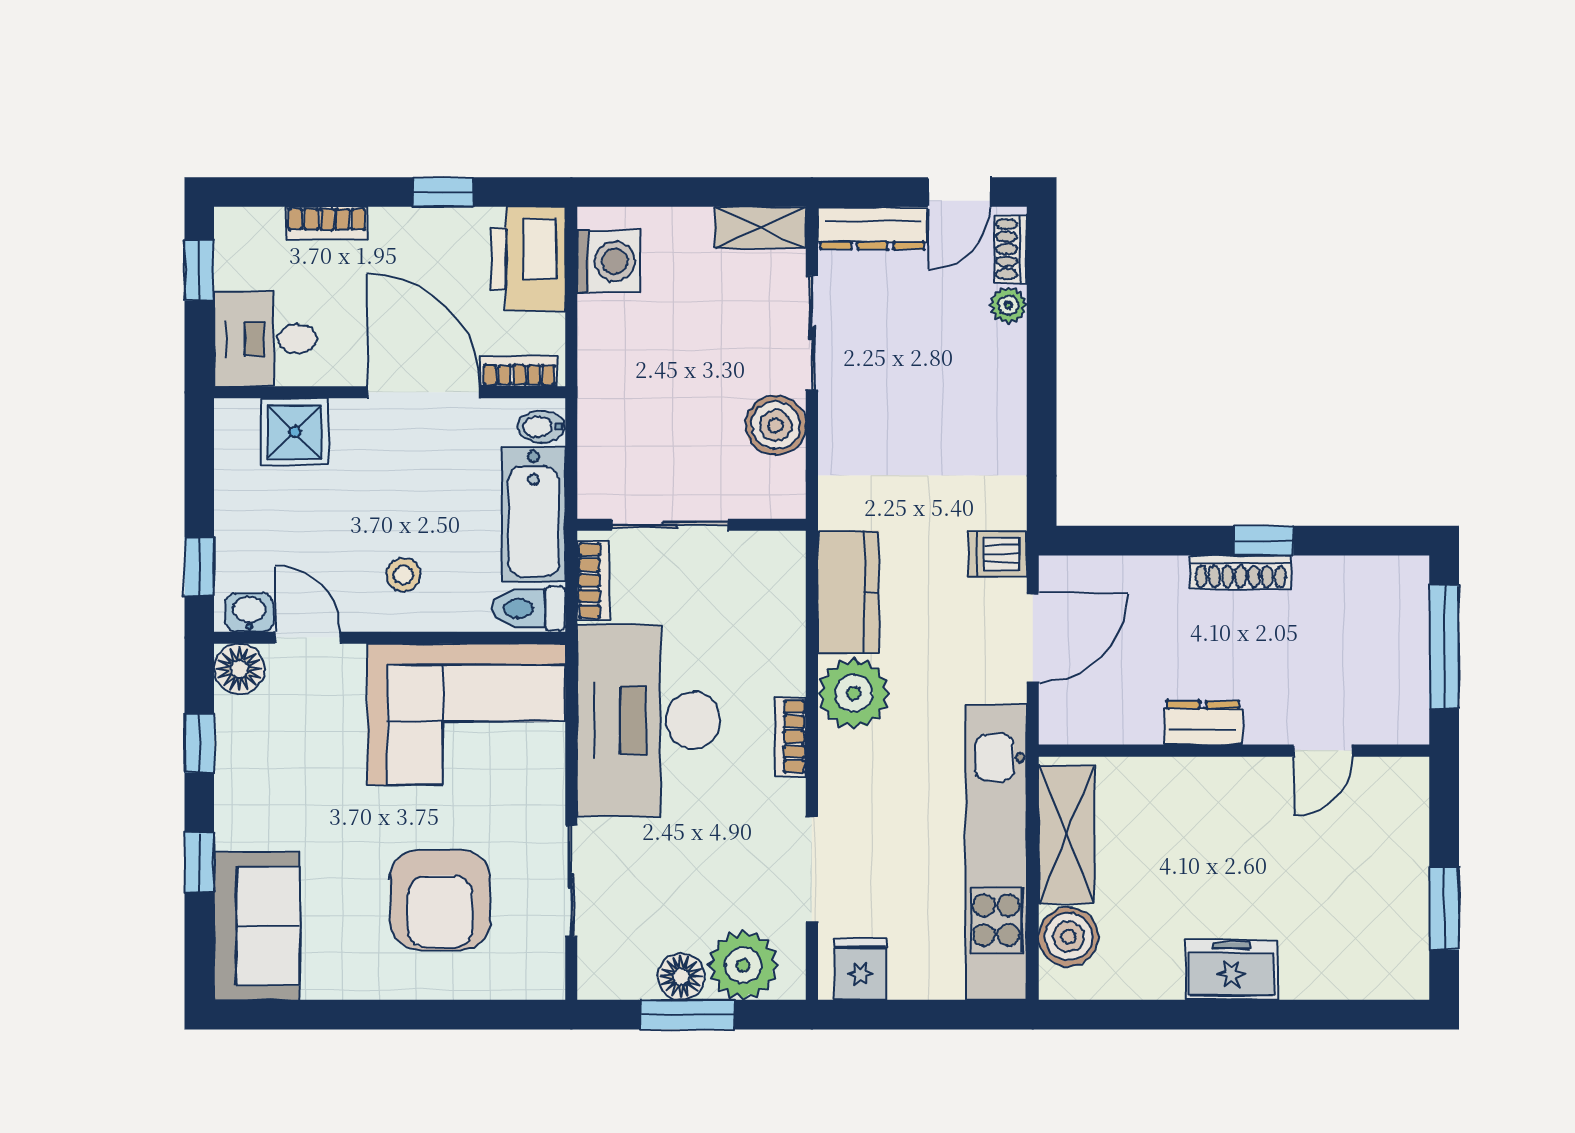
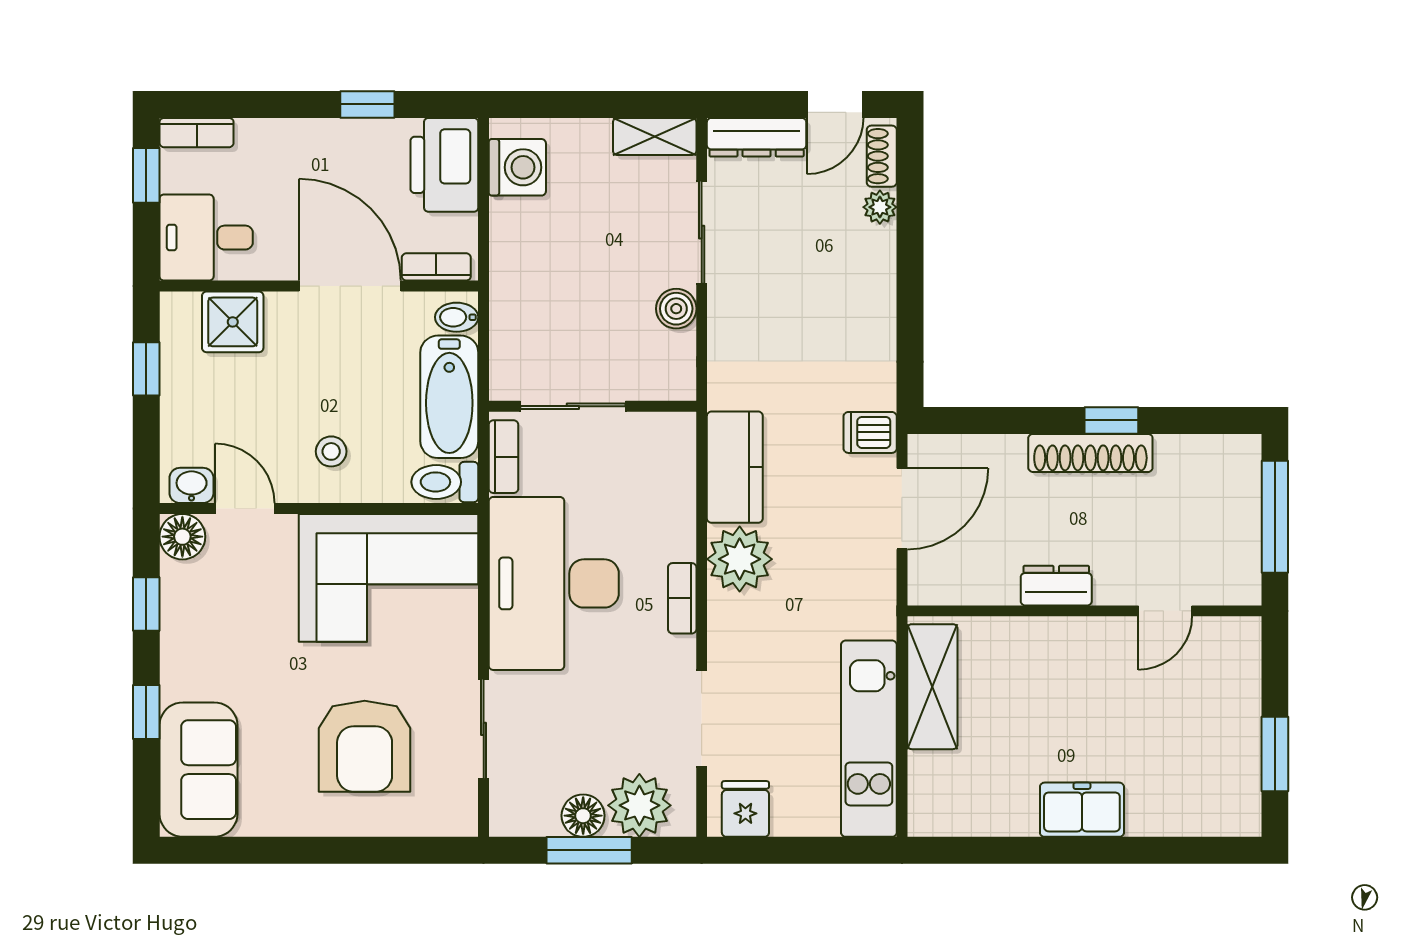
bookcase: (327, 223) -> (197, 133), moved
boiler: (776, 425) -> (676, 309), width x0.73, depth x0.73
window: (199, 566) -> (146, 369), moved
shoe rack: (1241, 572) -> (1090, 453), width x1.36, depth x1.24
kitchen unit: (996, 852) -> (869, 739), width x0.73
boiler: (1068, 937) -> (934, 780), removed

